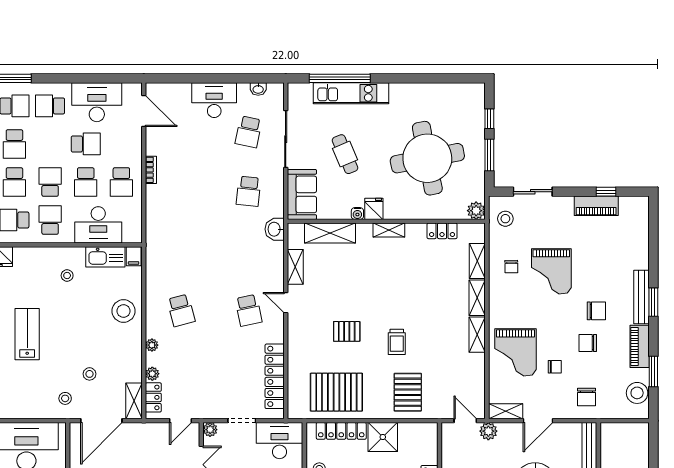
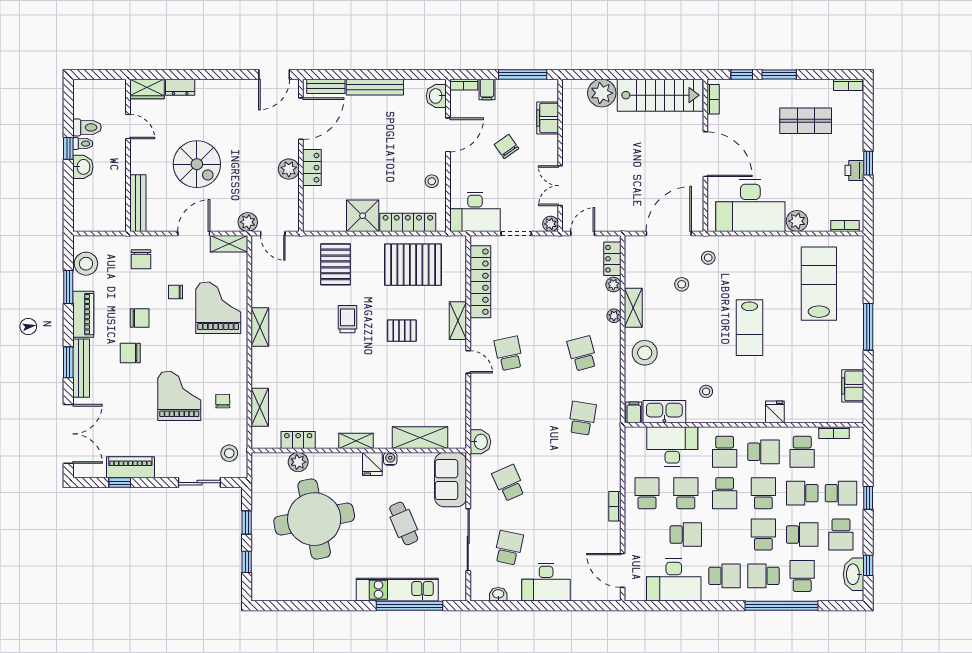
school desk: (86, 144) -> (686, 535), turned 180
window: (489, 155) -> (247, 522), width x0.67
school desk: (249, 191) -> (509, 483), turned -30
plant: (476, 211) -> (298, 462), moved
double door: (653, 236) -> (68, 434), added
school desk: (181, 251) -> (582, 418), added
shelving: (295, 267) -> (458, 321), moved
shelving: (477, 298) -> (260, 367), removed
chair: (586, 397) -> (141, 259), turned 180
shelving: (134, 401) -> (633, 308), moved

